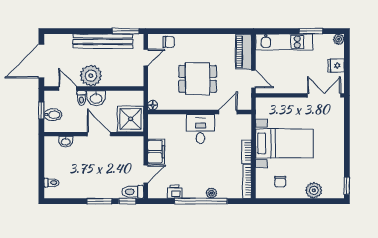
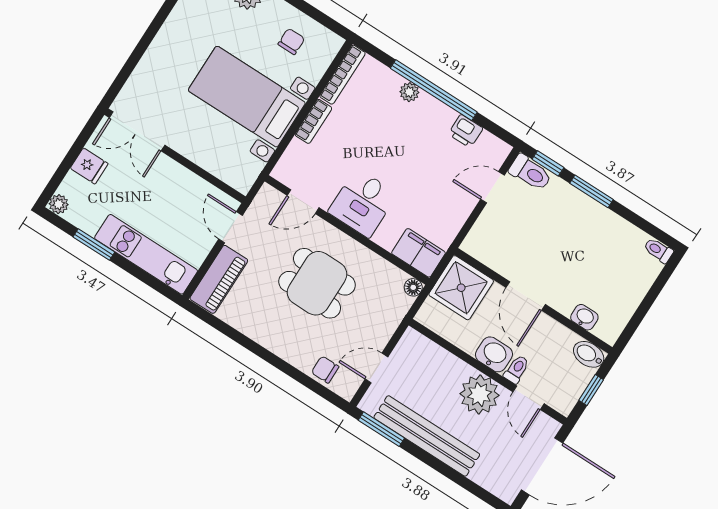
bidet: (53, 115) -> (589, 354), moved
filing cabinet: (156, 152) -> (418, 253), moved, turned 90
toilet: (52, 183) -> (658, 250), moved

